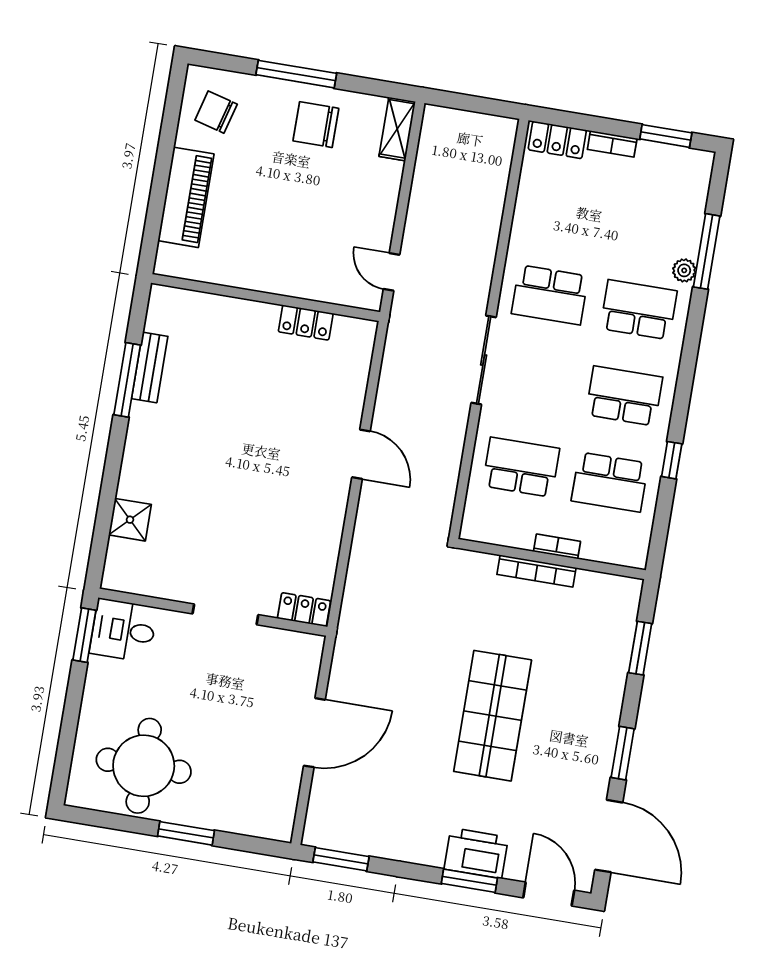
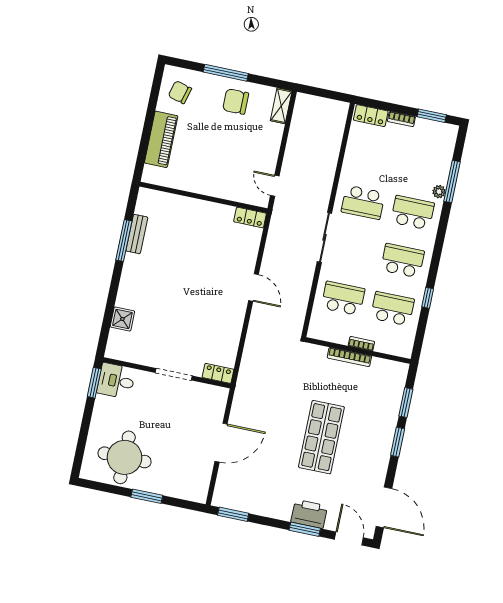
locker: (306, 323) -> (250, 217), moved
school desk: (610, 482) -> (392, 309), turned 180
window: (623, 753) -> (398, 442), moved

